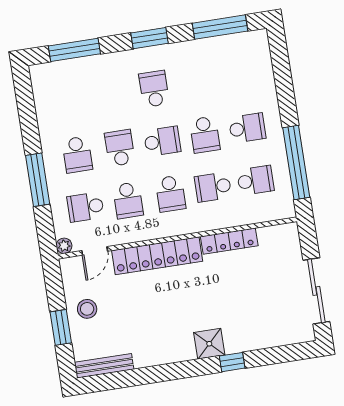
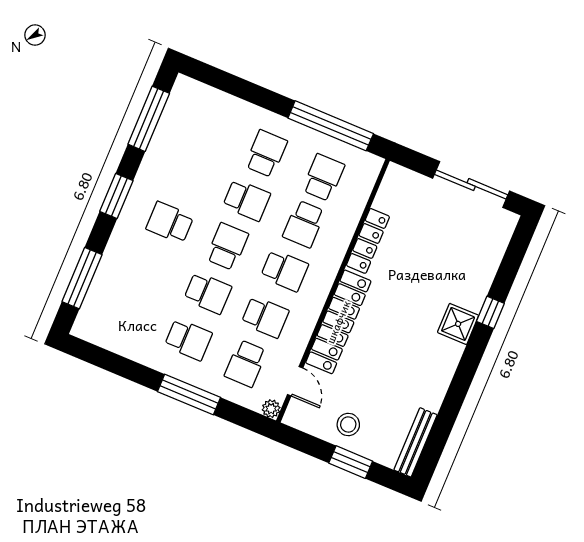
school desk: (120, 148) -> (208, 293), turned 180

